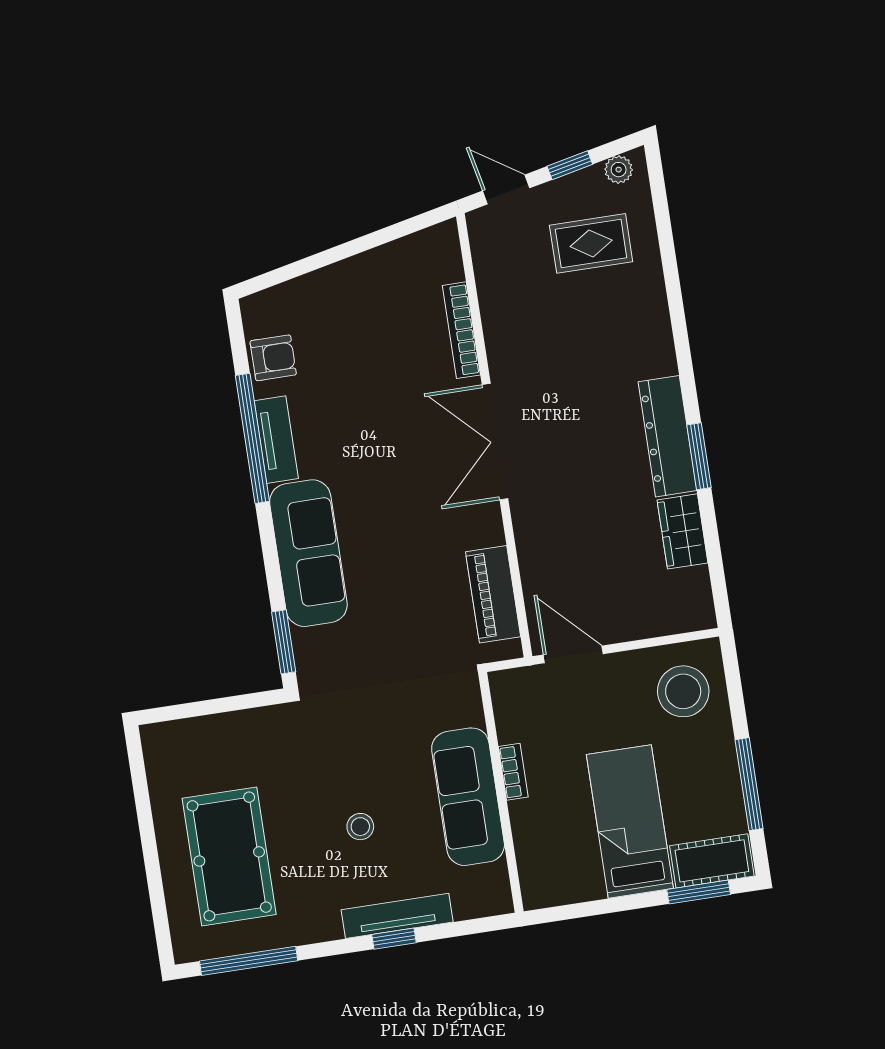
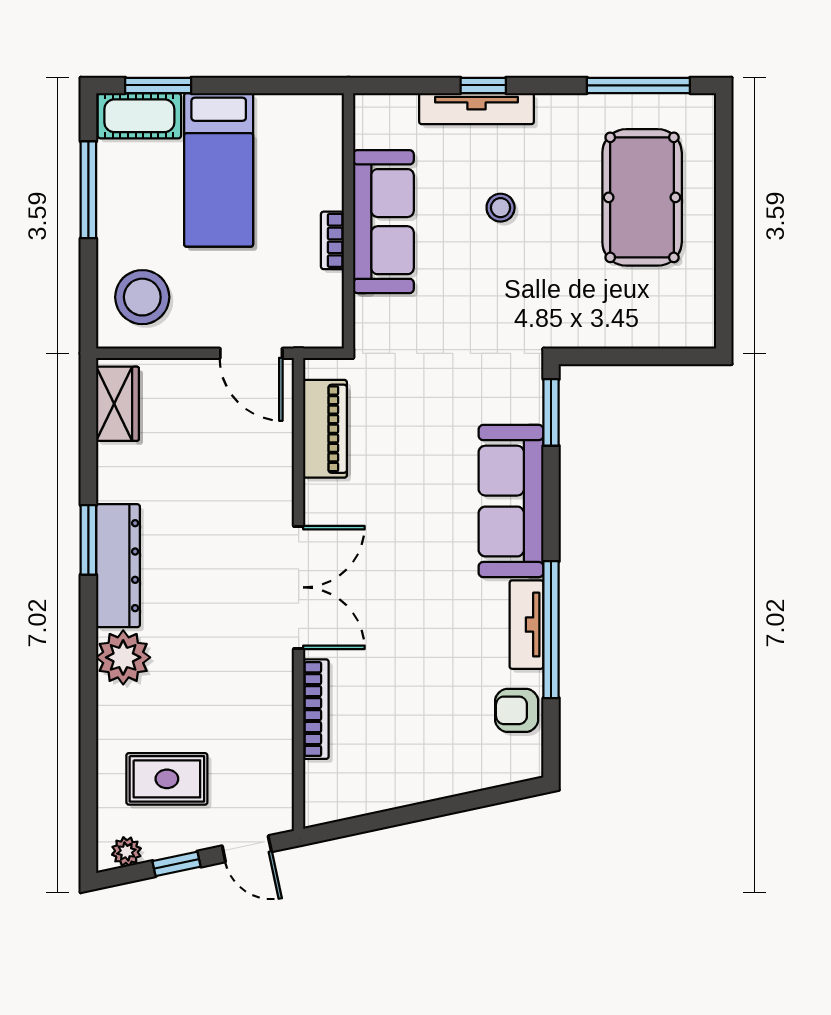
plant: (649, 351) -> (123, 657), added
wardrobe: (682, 531) -> (117, 404), moved

